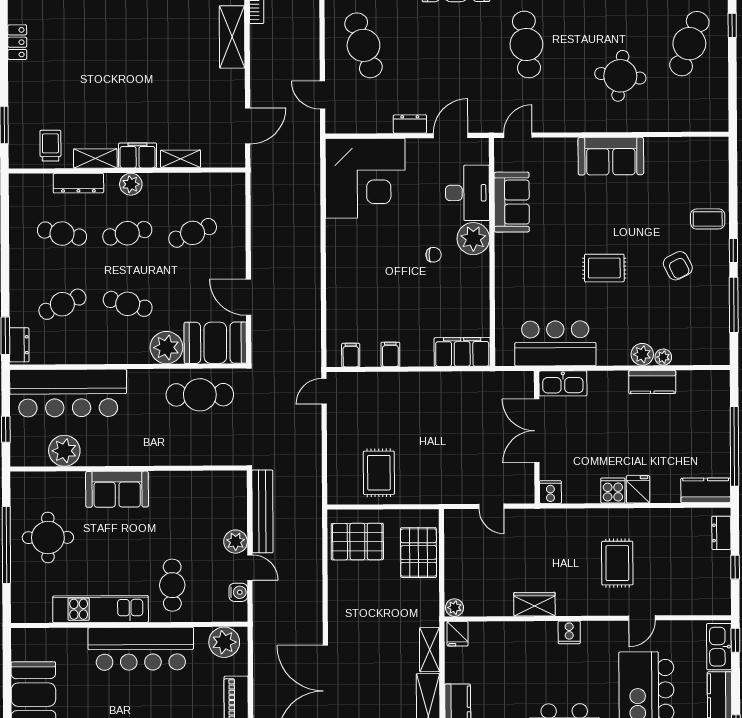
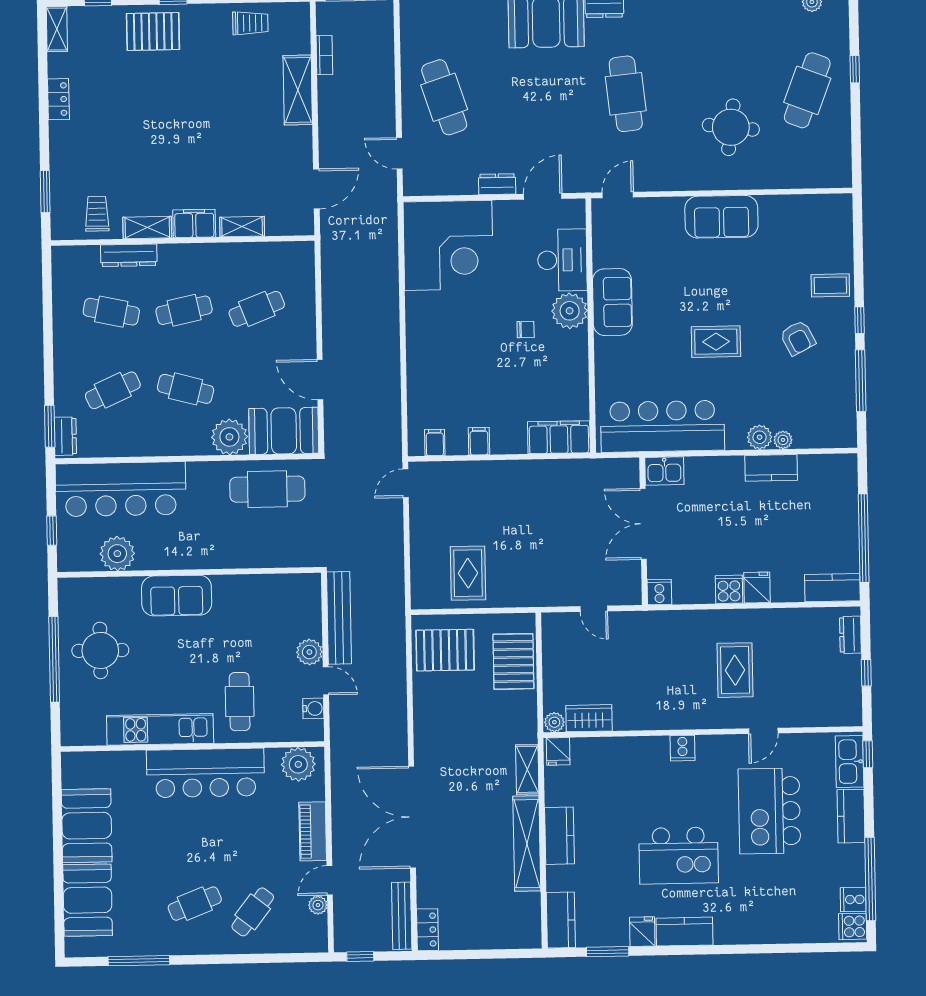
plant: (131, 184) -> (187, 256), removed
sofa: (512, 202) -> (612, 302), moved
bar counter: (555, 343) -> (663, 426), width x1.36
kitchen sink: (563, 383) -> (664, 471), width x0.73
wardrobe: (534, 604) -> (589, 718), moved

